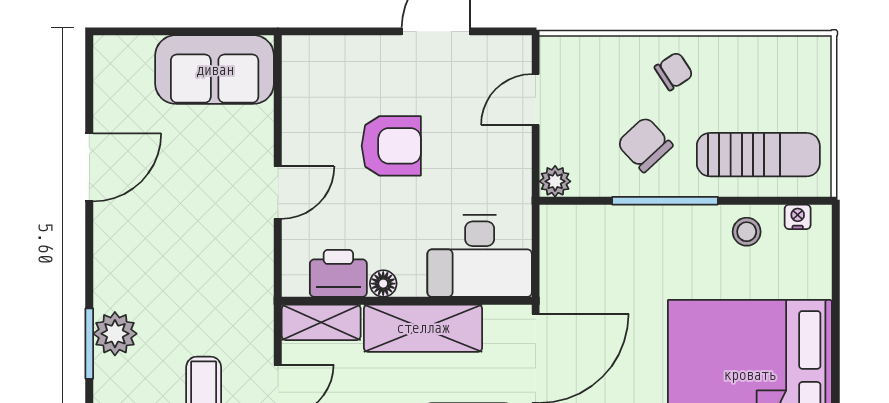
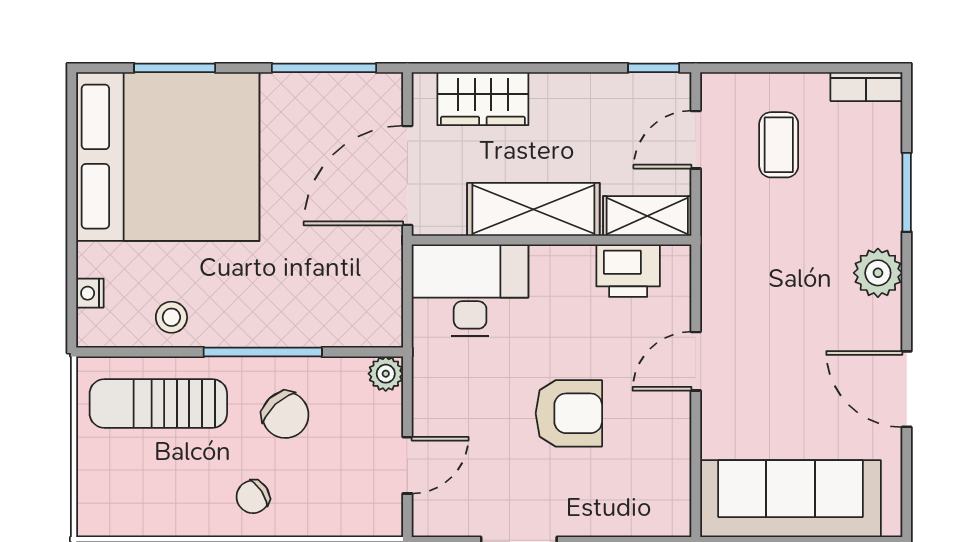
sofa: (215, 70) -> (790, 499), width x1.36
armchair: (391, 146) -> (569, 413), turned 180
door: (89, 167) -> (907, 389), hinge flipped
nightstand: (798, 217) -> (90, 293), moved, turned 90
floor lamp: (383, 284) -> (578, 259), removed
plant: (115, 334) -> (878, 273), moved

